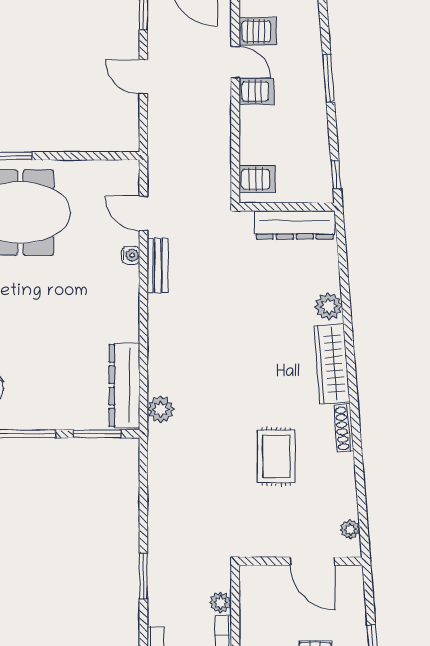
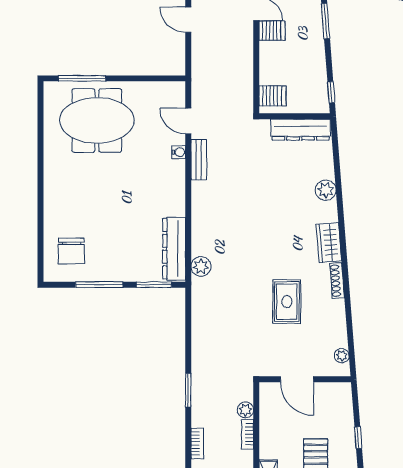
wardrobe: (332, 364) -> (329, 243), width x0.67
door: (312, 561) -> (297, 379), moved

